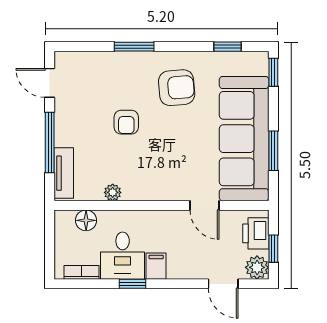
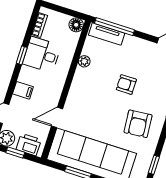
window: (50, 143) -> (114, 27), moved
floor lamp: (86, 220) -> (76, 25), moved
filing cabinet: (156, 266) -> (23, 90), moved

